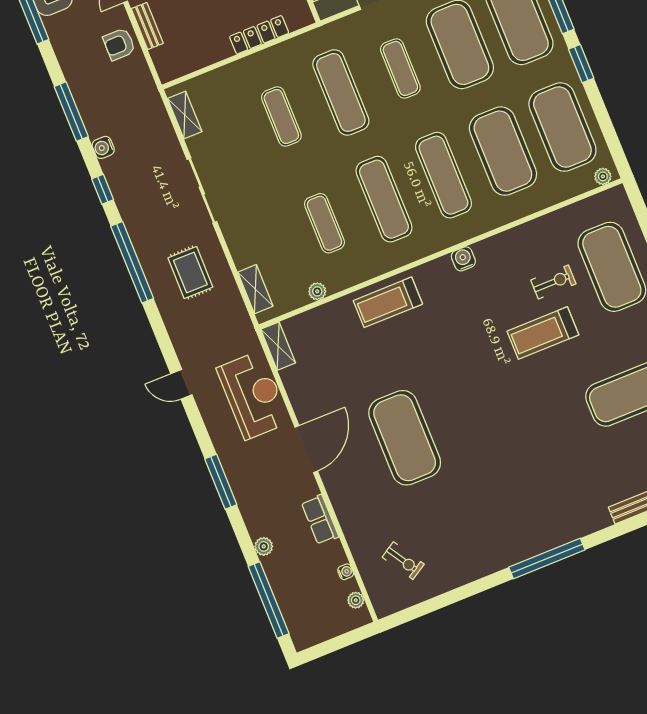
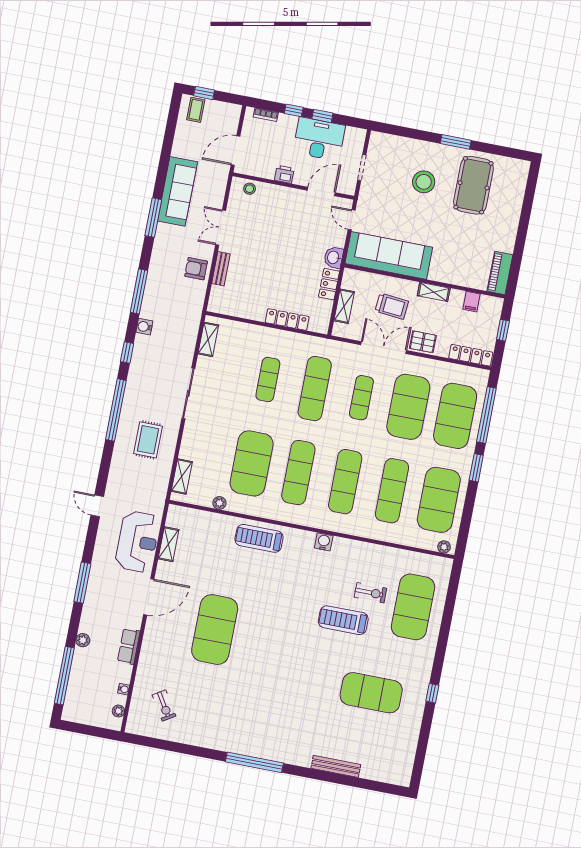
exercise mat: (503, 151) -> (392, 491), width x0.68
exercise mat: (324, 223) -> (252, 463), width x2.00, depth x1.45
shelving: (278, 346) -> (169, 544), moved

